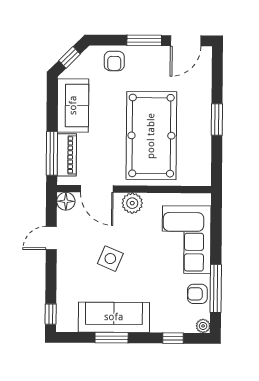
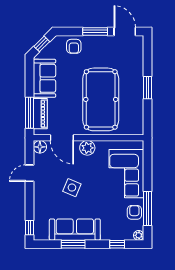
door: (186, 41) -> (125, 31), swing flipped
armchair: (197, 294) -> (134, 212), turned 90

